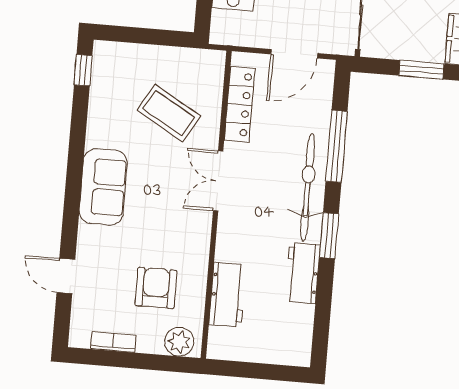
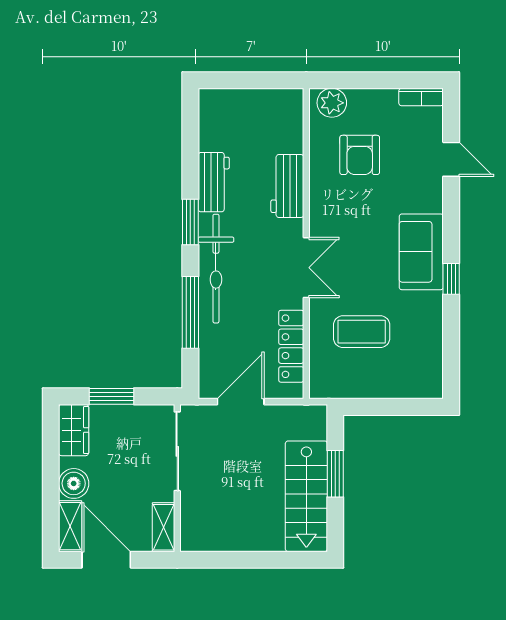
window: (83, 70) -> (451, 279), moved
coffee table: (169, 113) -> (362, 332), turned -30
workbench: (227, 295) -> (287, 186), moved
bookcase: (113, 342) -> (421, 97), moved

